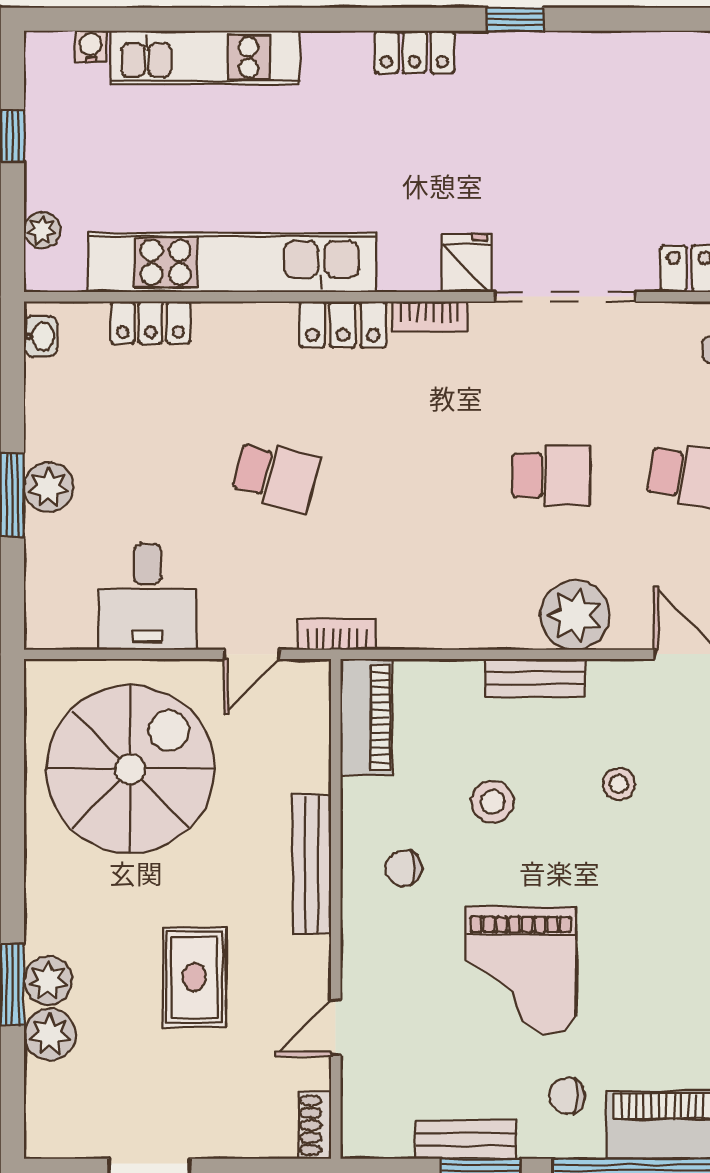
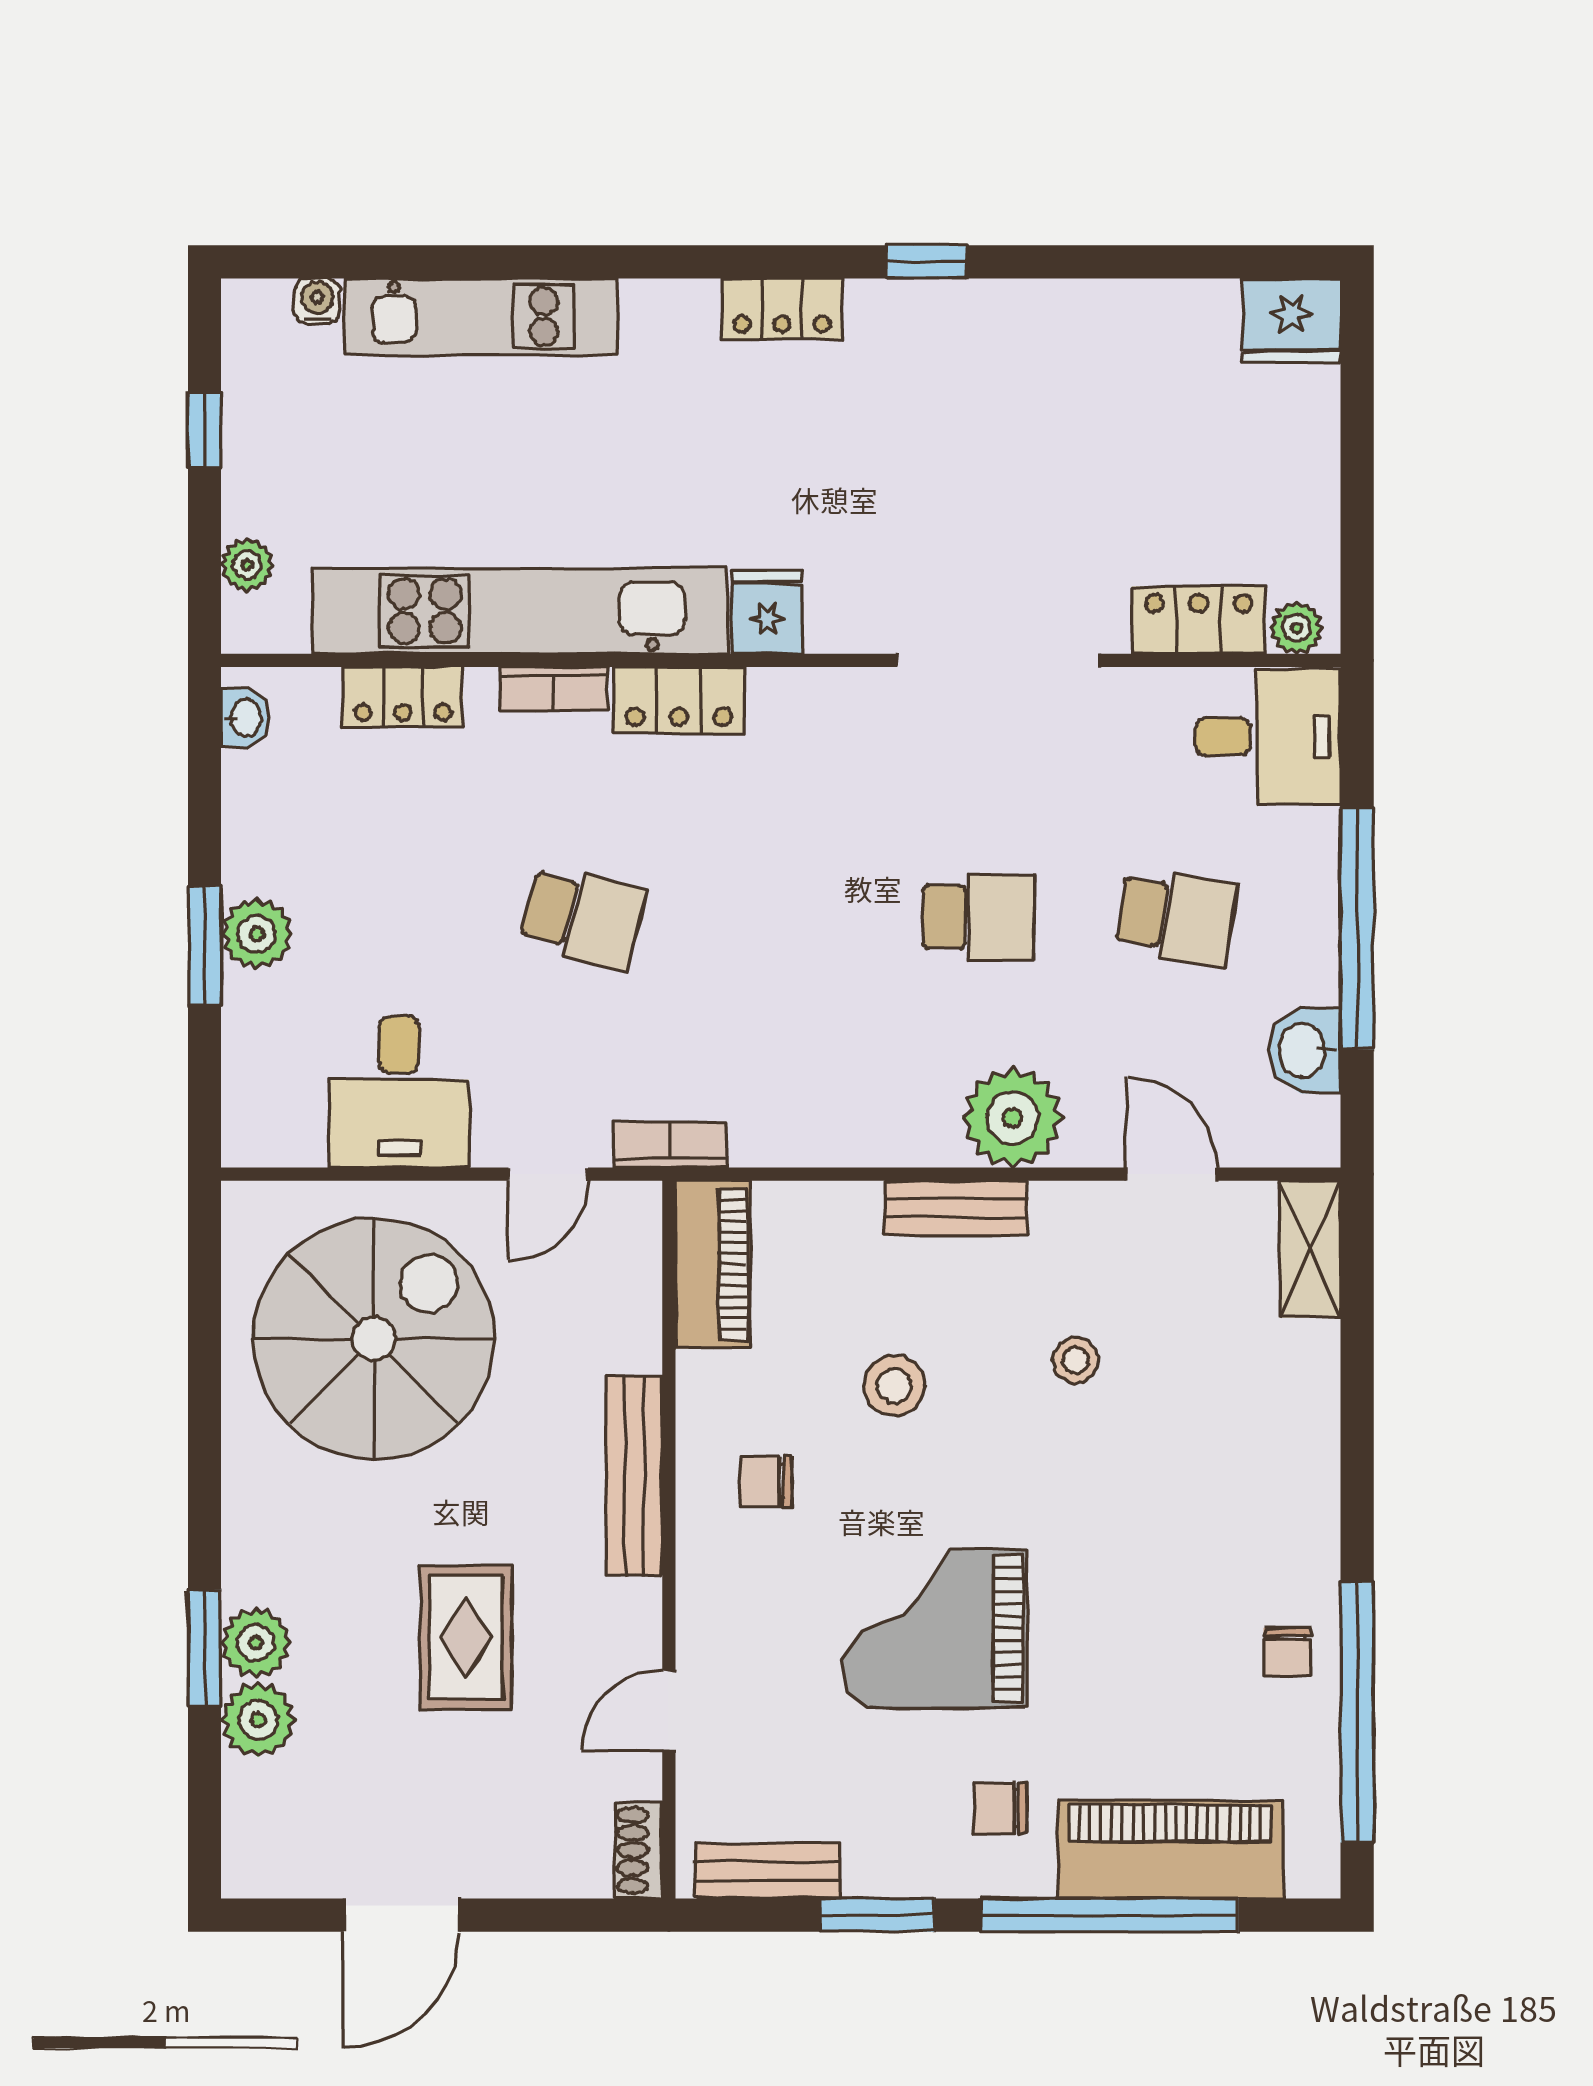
fridge: (467, 263) -> (767, 612), moved
bookcase: (430, 316) -> (554, 689), moved
grand piano: (521, 971) -> (935, 1628), turned 90
bench: (466, 1140) -> (768, 1871), moved

